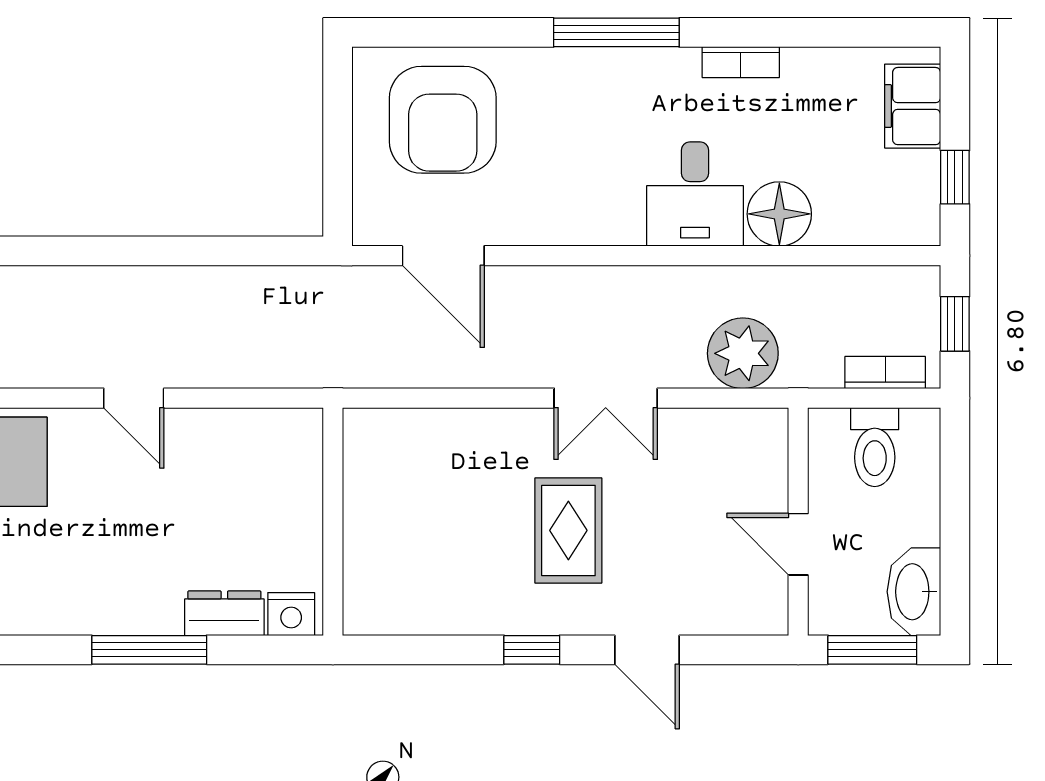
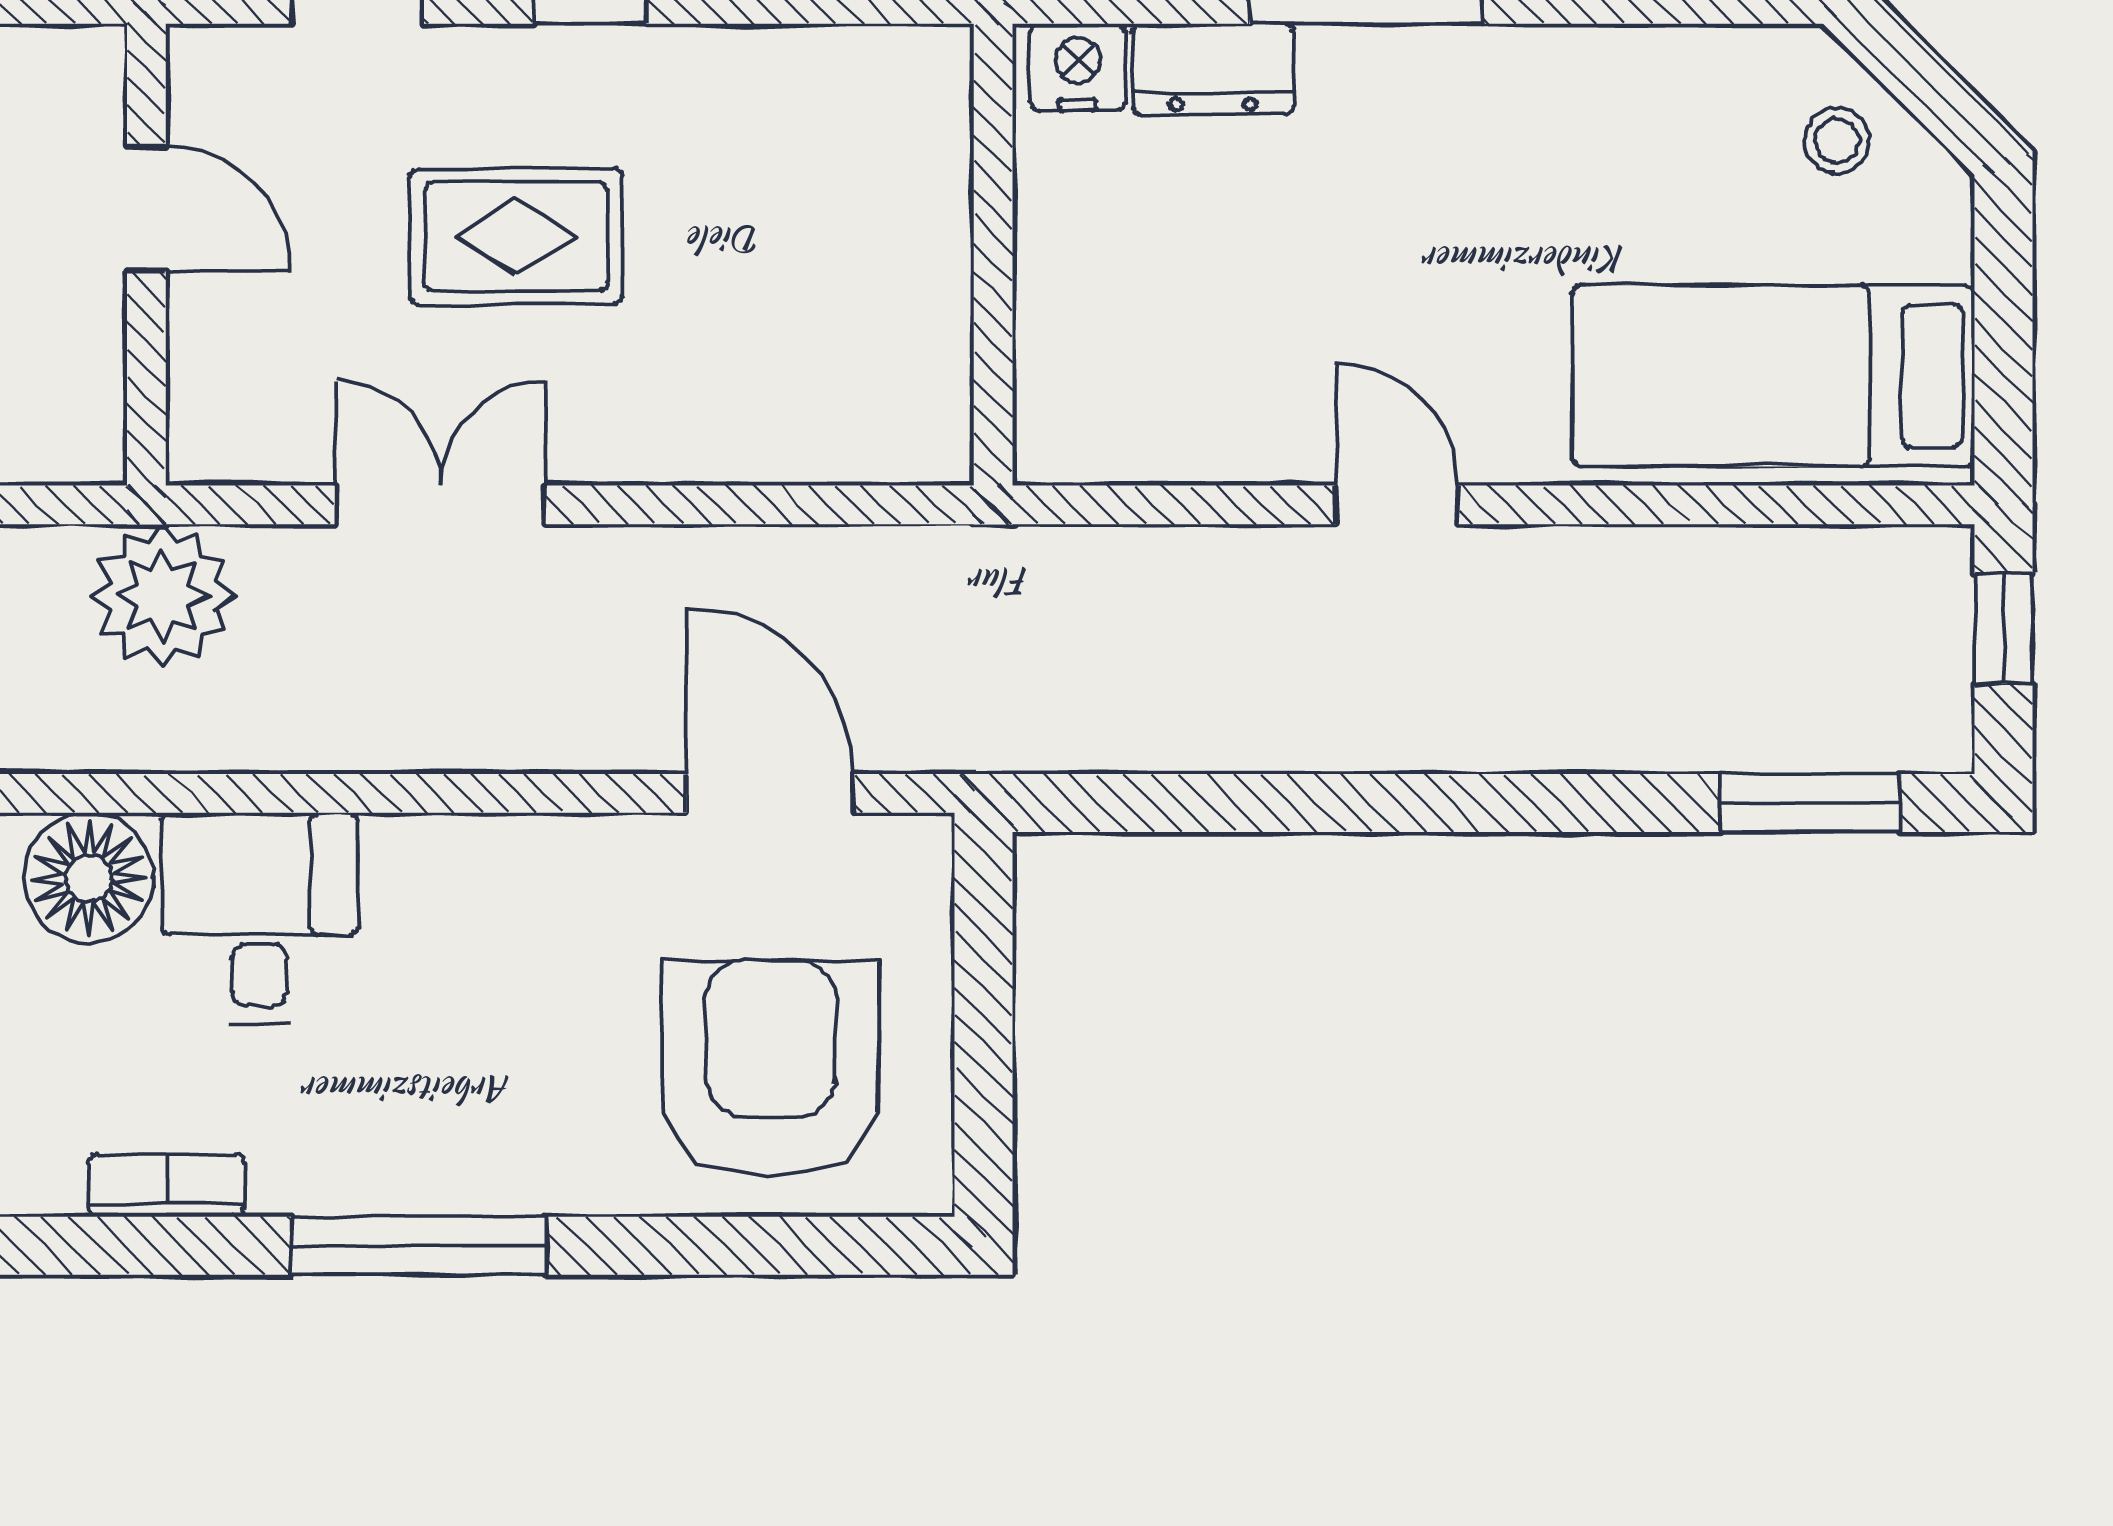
wall: (798, 522) -> (146, 255), moved
rug: (568, 530) -> (516, 237), turned 90
door: (798, 544) -> (146, 209), moved

